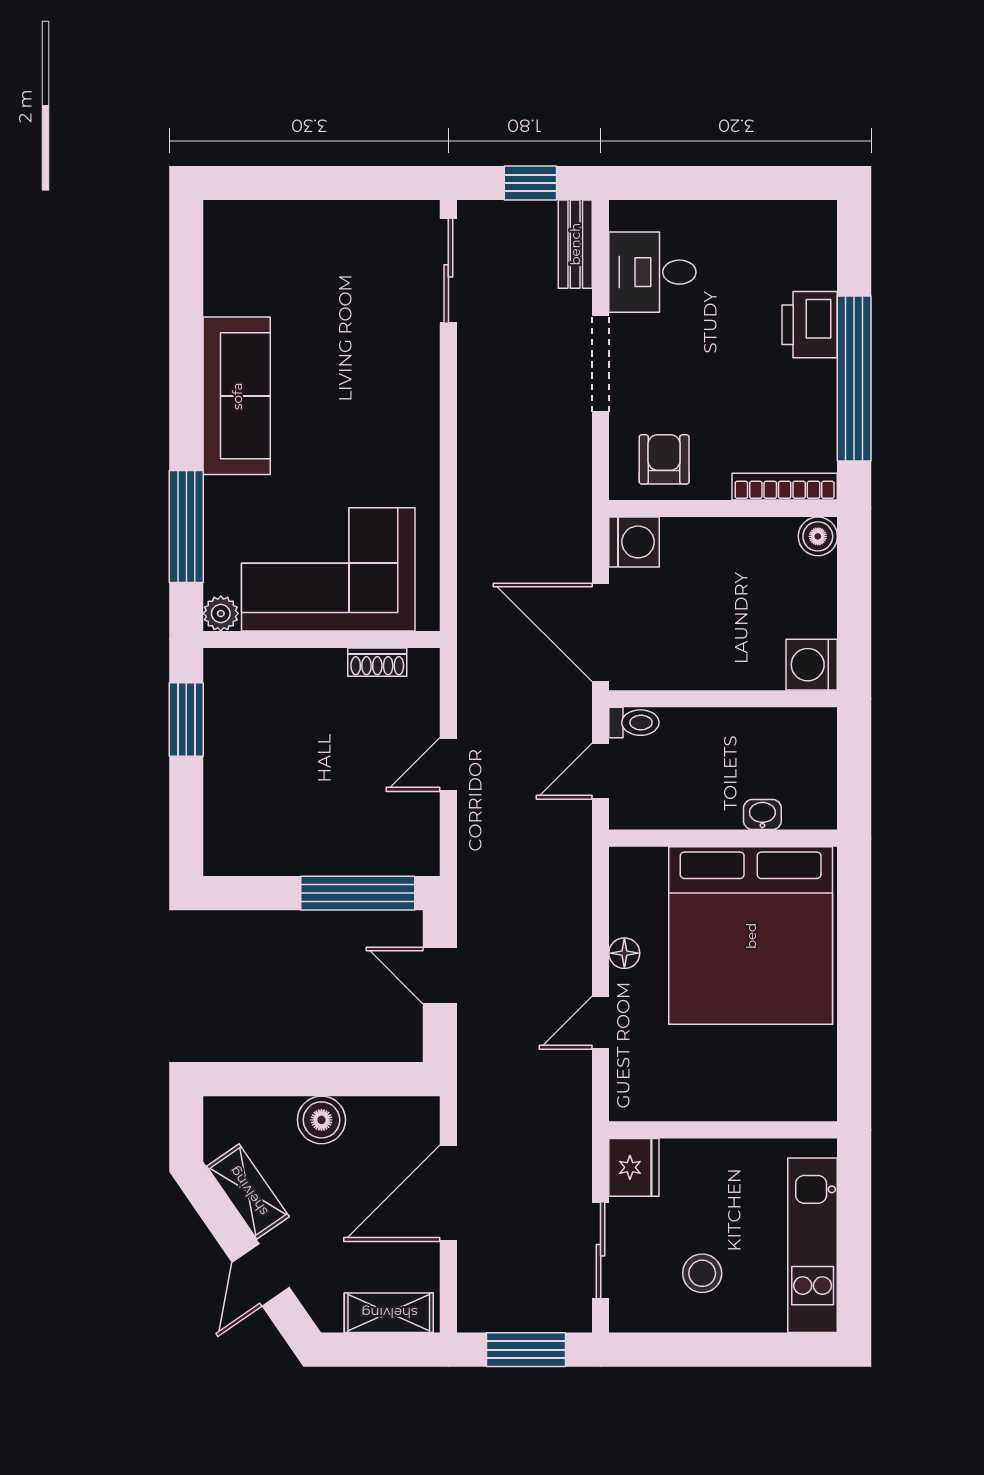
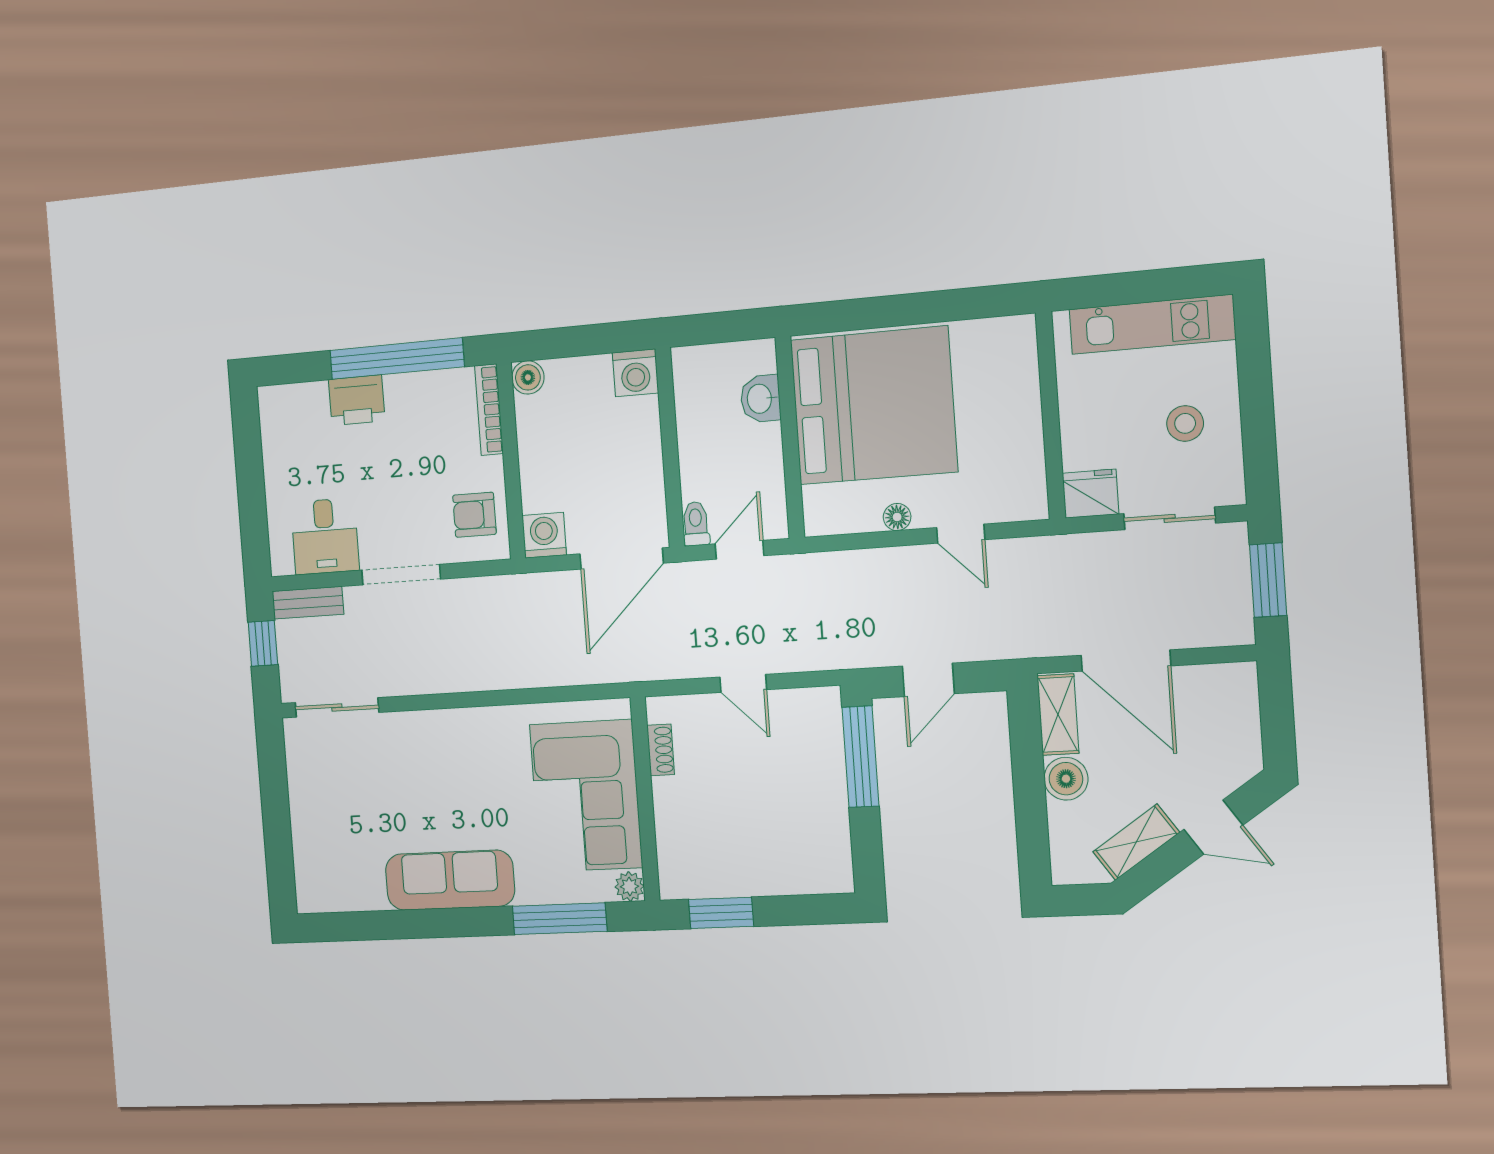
door: (601, 771) -> (739, 550), swing flipped
washbasin: (762, 815) -> (760, 399), width x1.38, depth x1.45
shelving: (389, 1313) -> (1058, 715), moved

